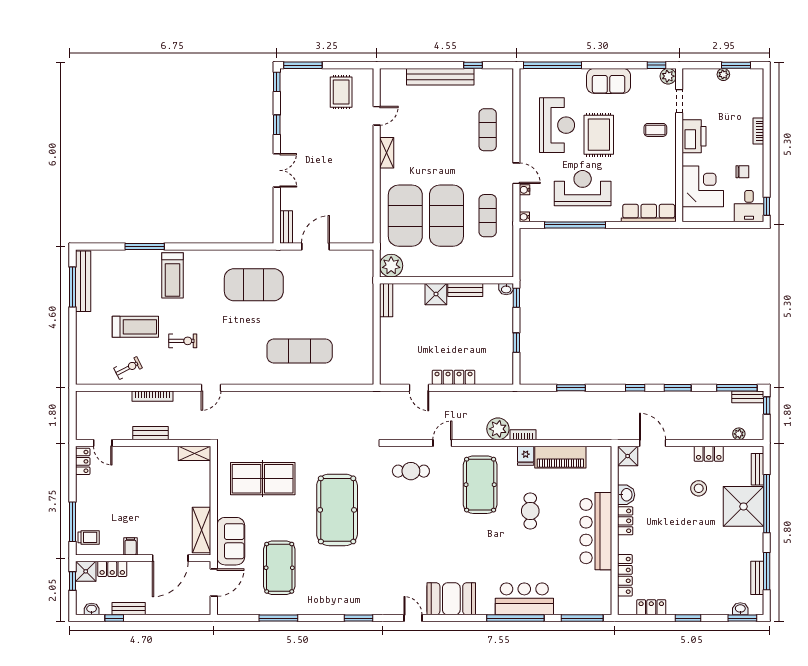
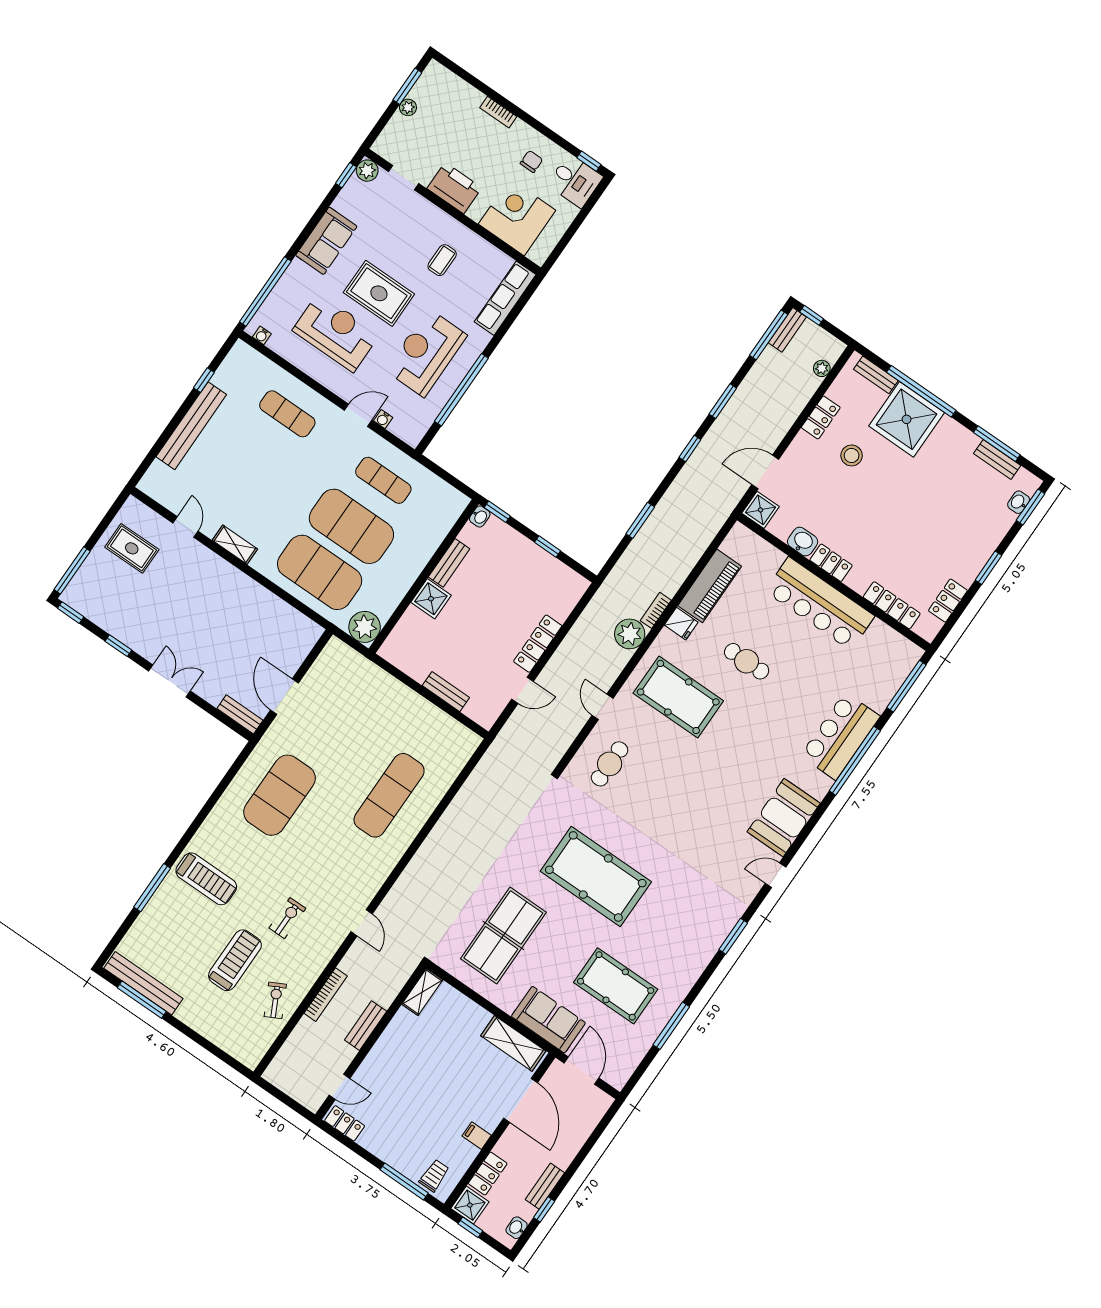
coffee table: (655, 130) -> (442, 260), moved
water cooler: (524, 217) -> (262, 335), moved
bench: (386, 300) -> (446, 692), moved

